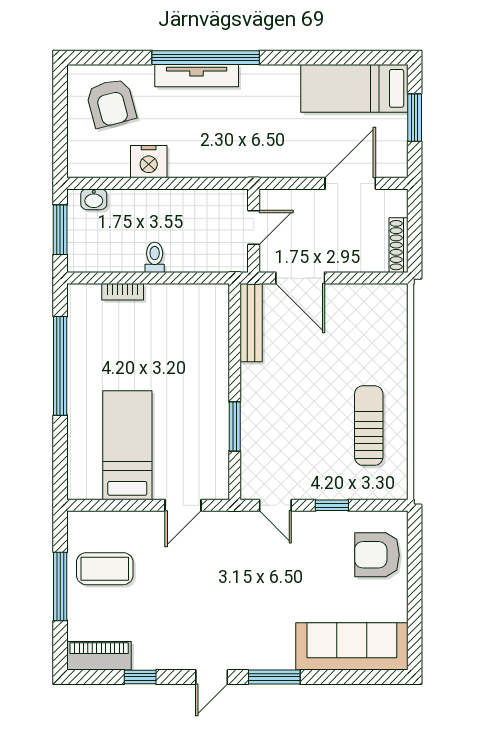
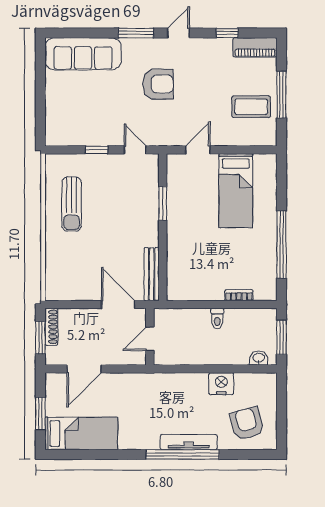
window: (415, 229) -> (40, 338), added
armchair: (377, 555) -> (158, 84), moved

